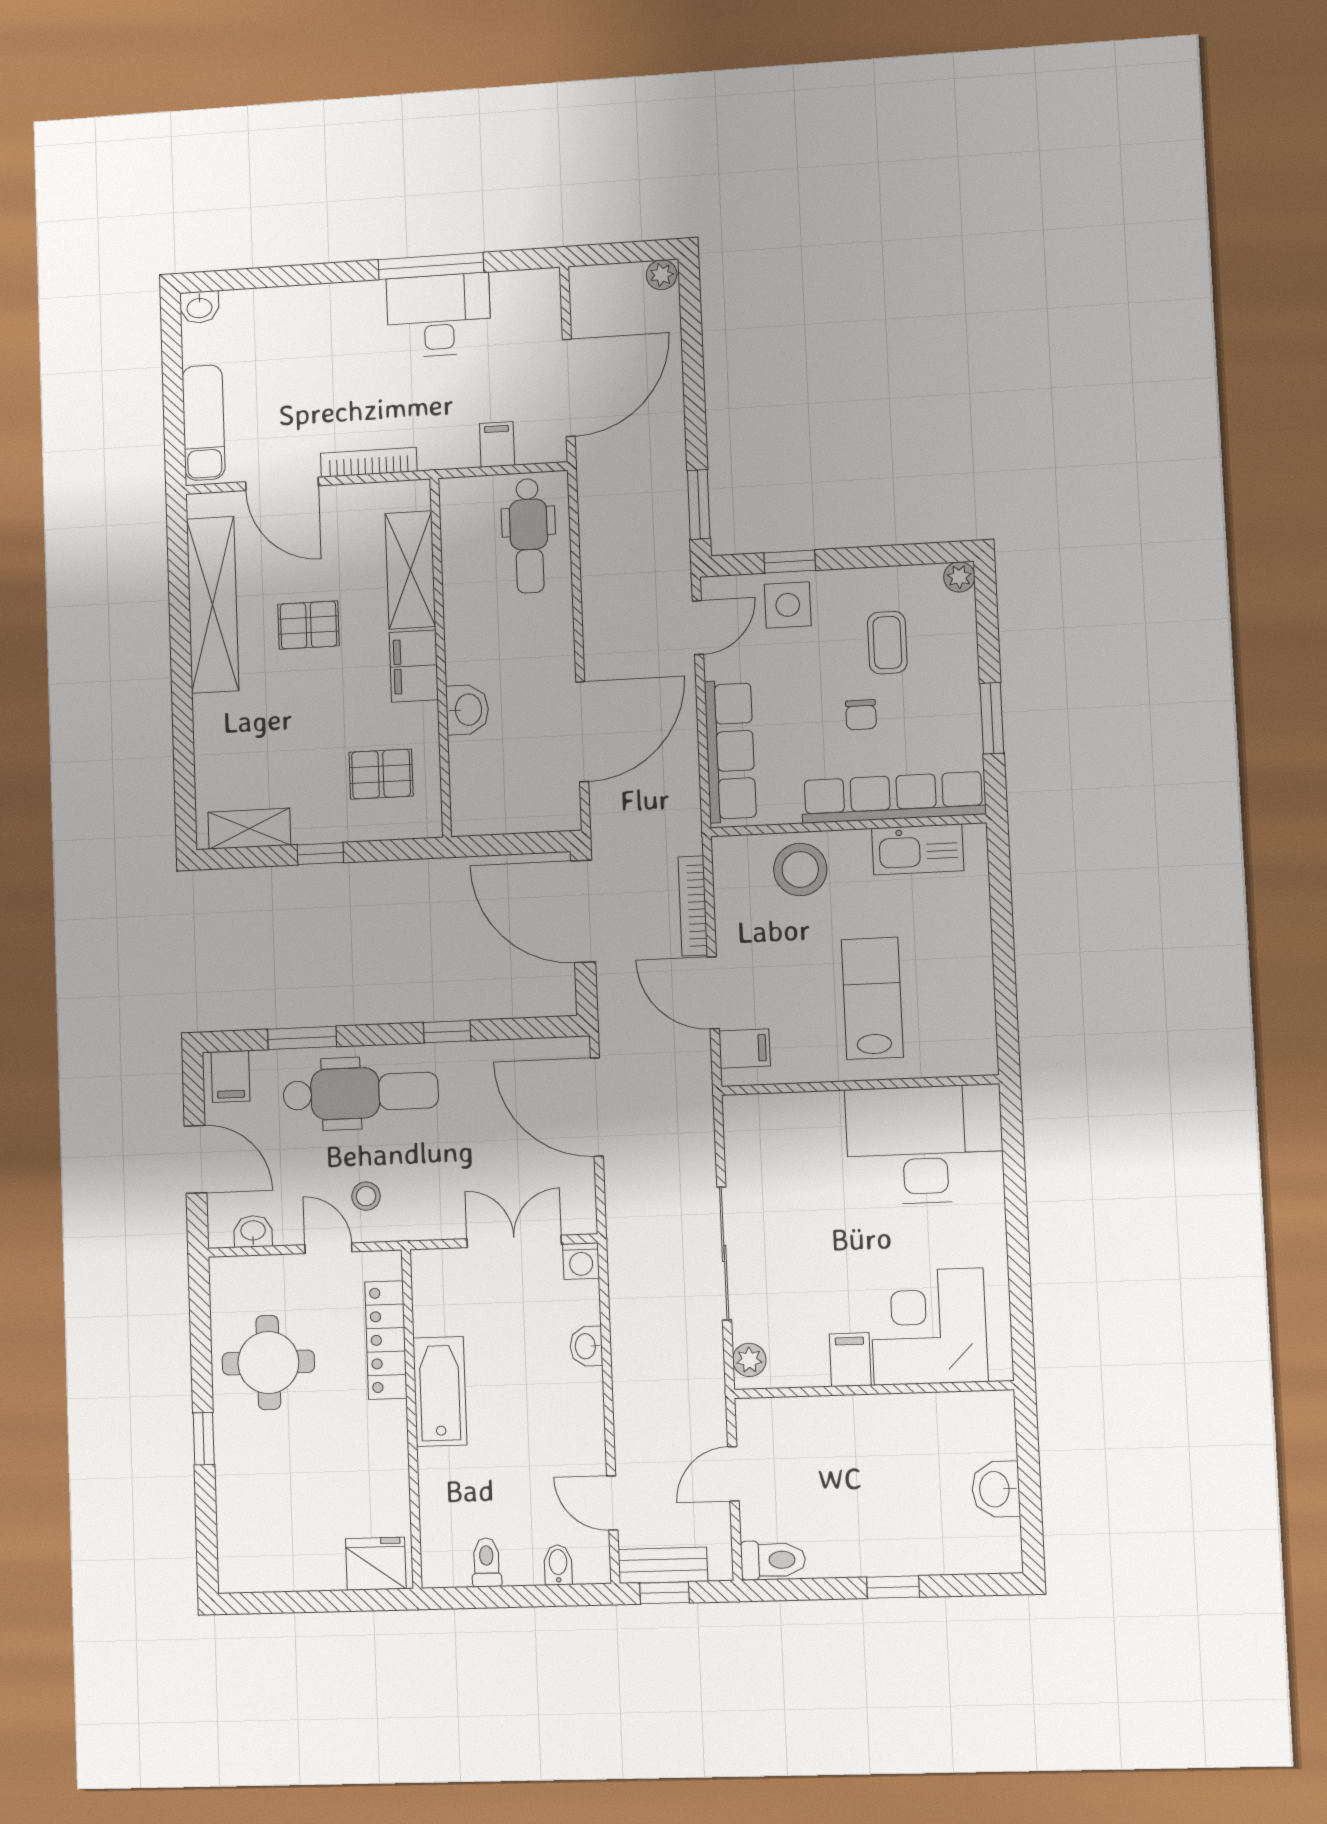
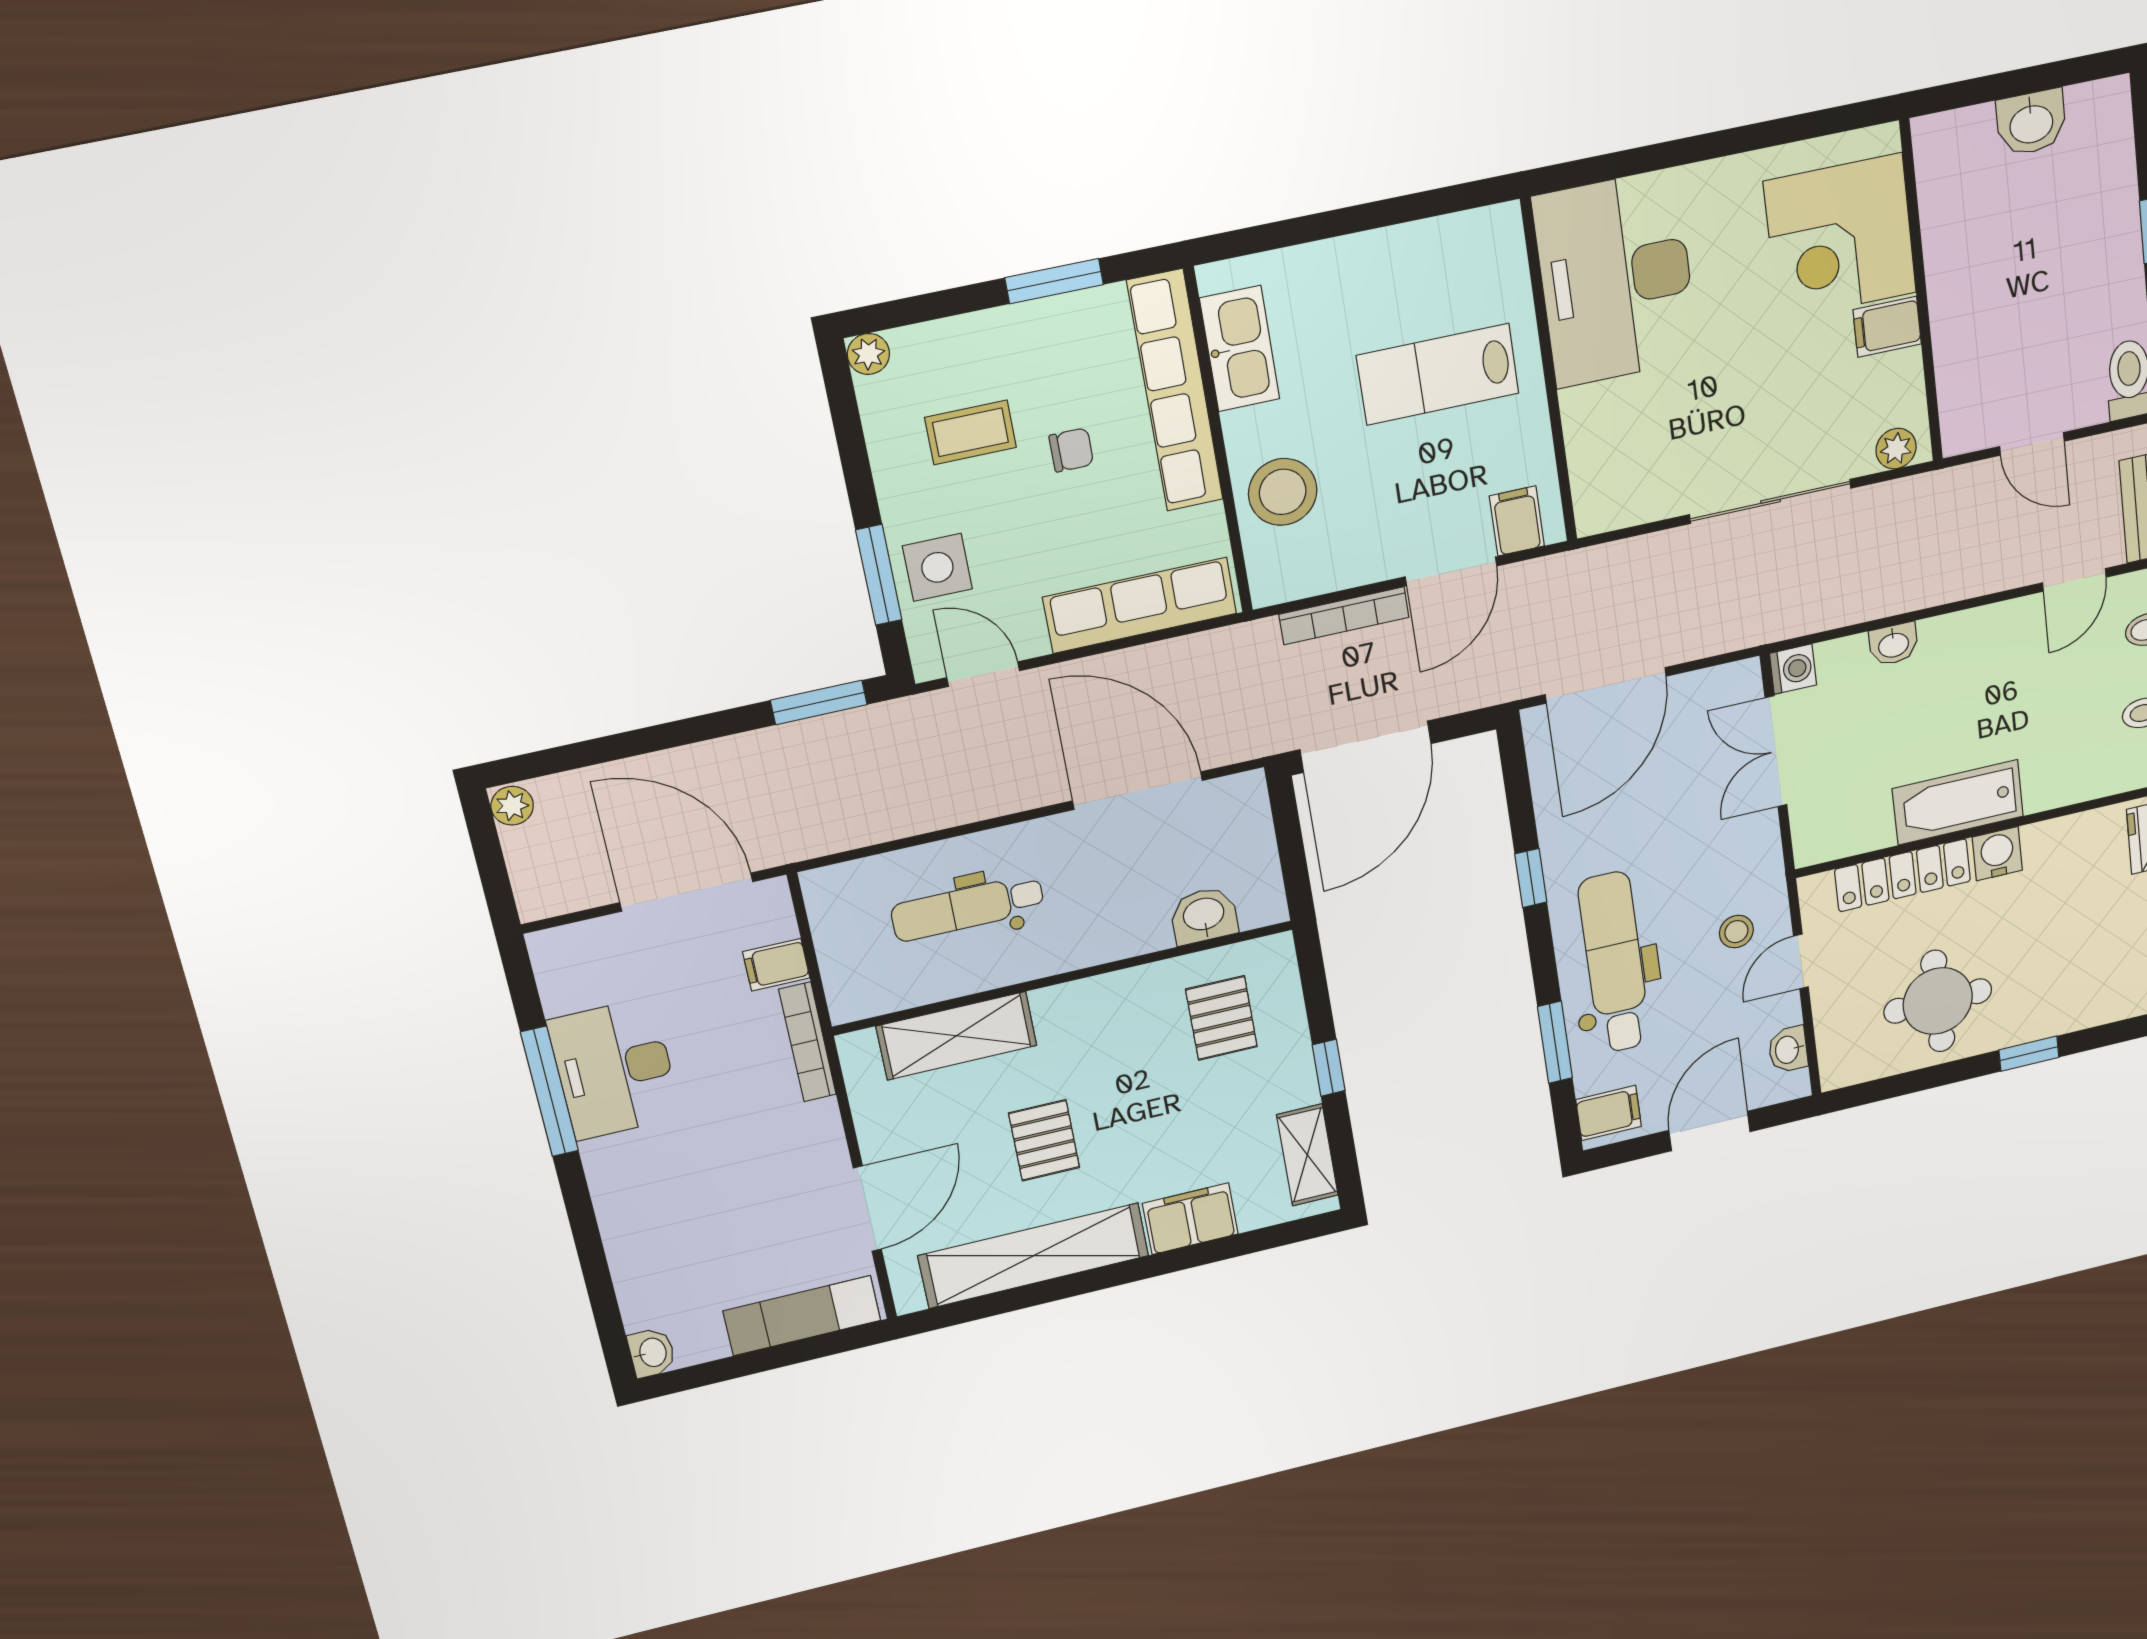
bookcase: (369, 462) -> (807, 1042), moved
dental chair: (529, 536) -> (968, 908), moved, turned 180
window: (790, 562) -> (879, 575), width x1.50
filing cabinet: (414, 666) -> (1190, 1219), moved, turned 180
washbasin: (467, 710) -> (1204, 915), moved
water cooler: (388, 1422) -> (1997, 854), added

